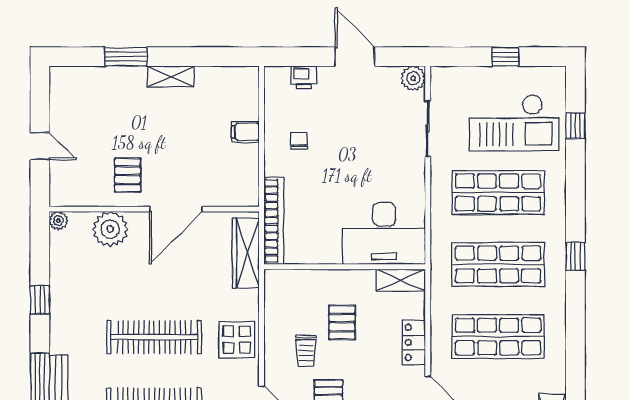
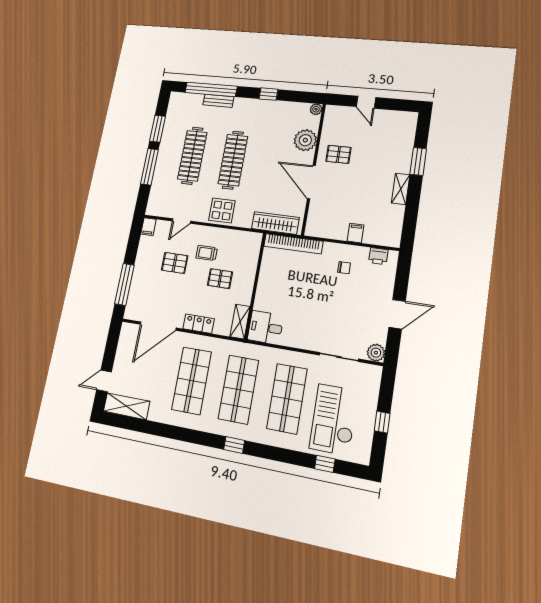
printer: (304, 77) -> (378, 256), moved, turned -90
door: (40, 146) -> (366, 102), hinge flipped
desk: (384, 233) -> (266, 327), width x0.53, depth x0.77

